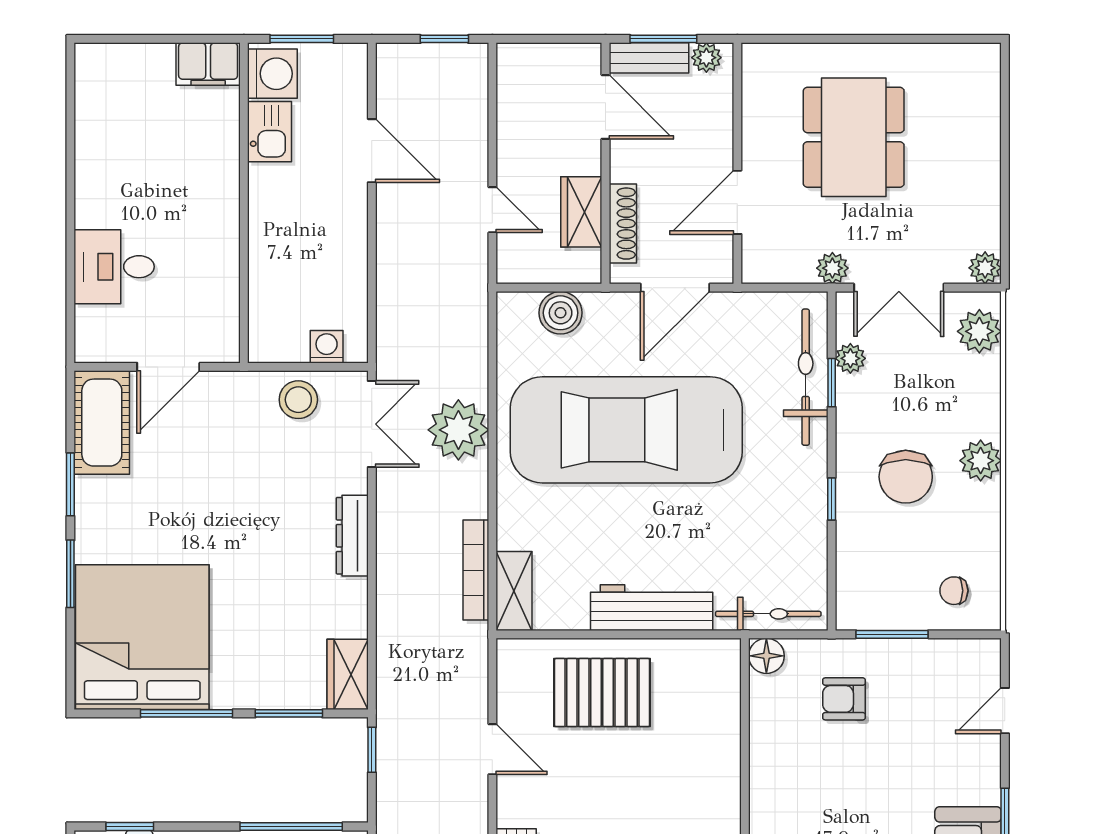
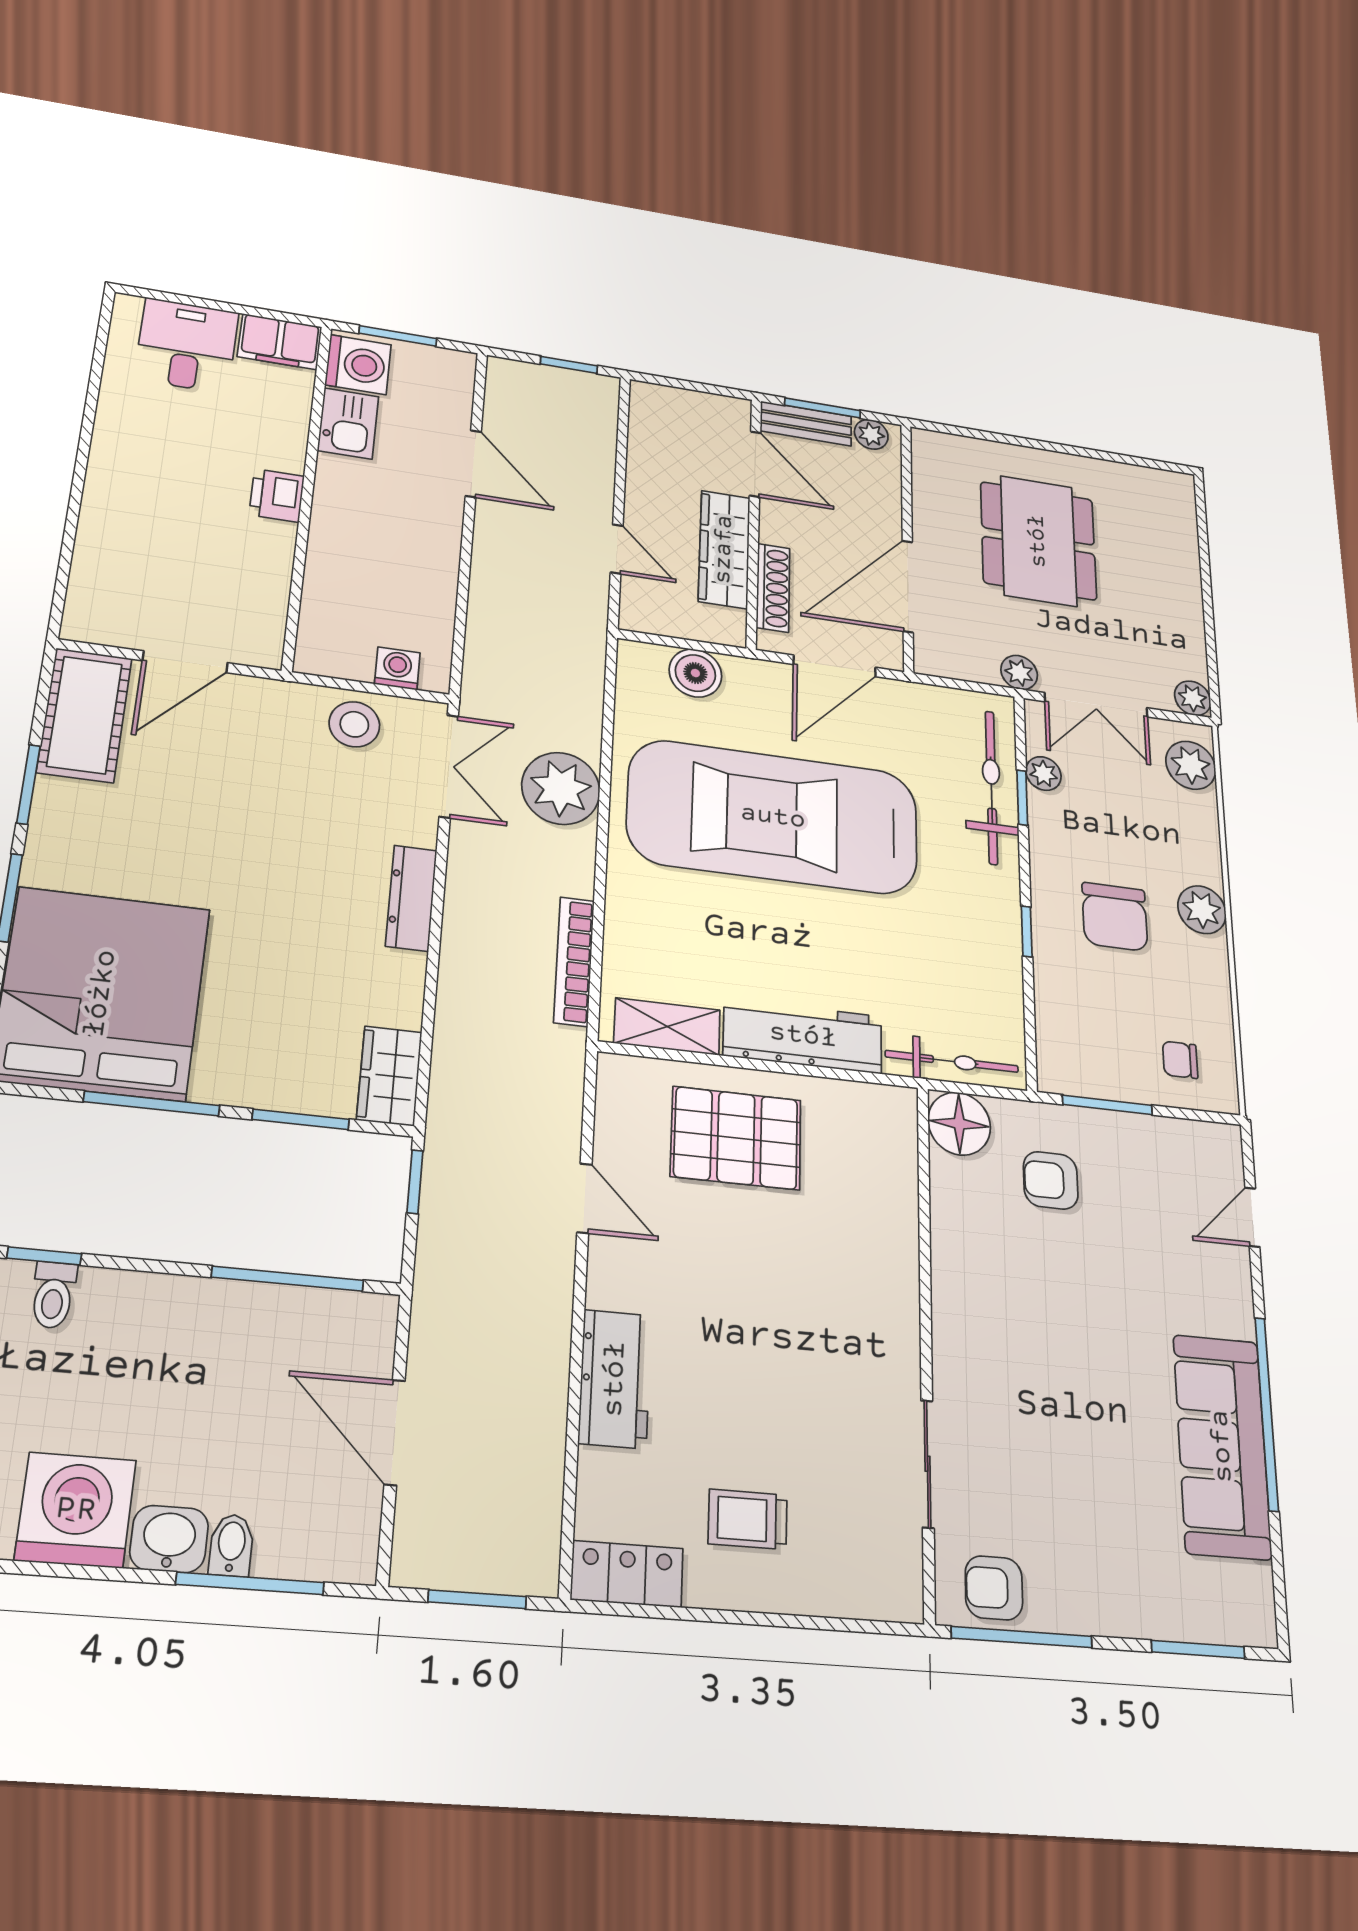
door: (737, 202) -> (908, 586), width x1.36
printer: (221, 209) -> (277, 496), added
wardrobe: (581, 212) -> (724, 549), width x1.50
desk: (114, 267) -> (187, 346), moved, turned 90
shelving: (514, 591) -> (667, 1027), moved, turned 90
floor lamp: (766, 656) -> (959, 1124), width x1.38, depth x1.38

